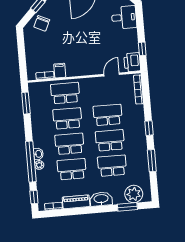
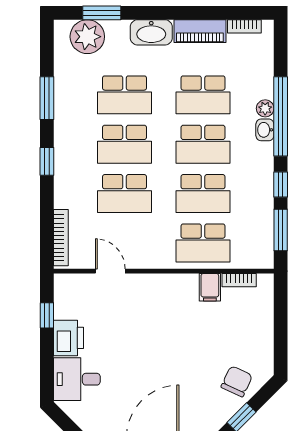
printer: (132, 62) -> (69, 338), moved
door: (112, 74) -> (110, 271), swing flipped
window: (34, 197) -> (281, 185), moved

